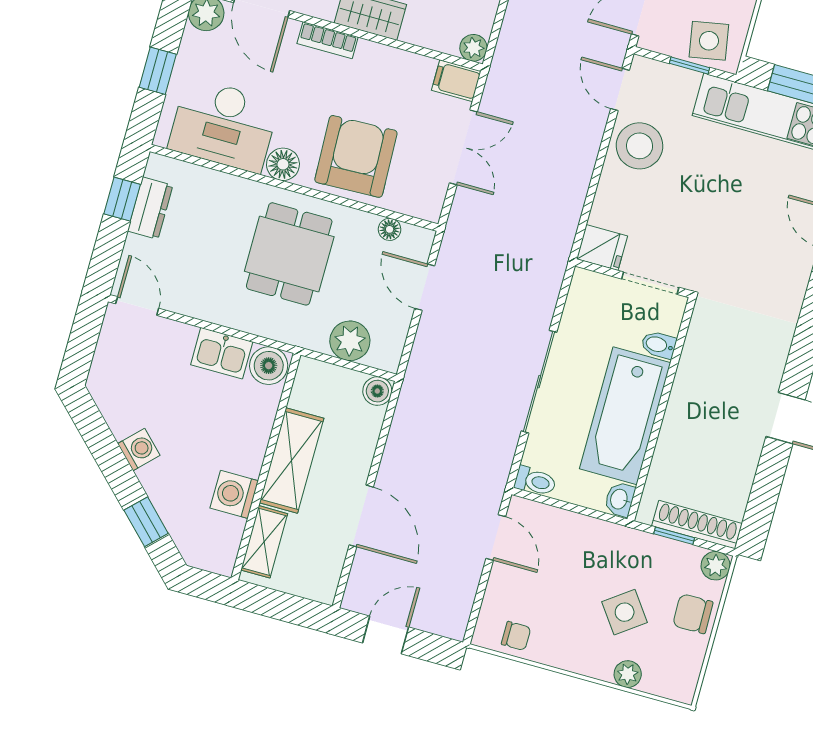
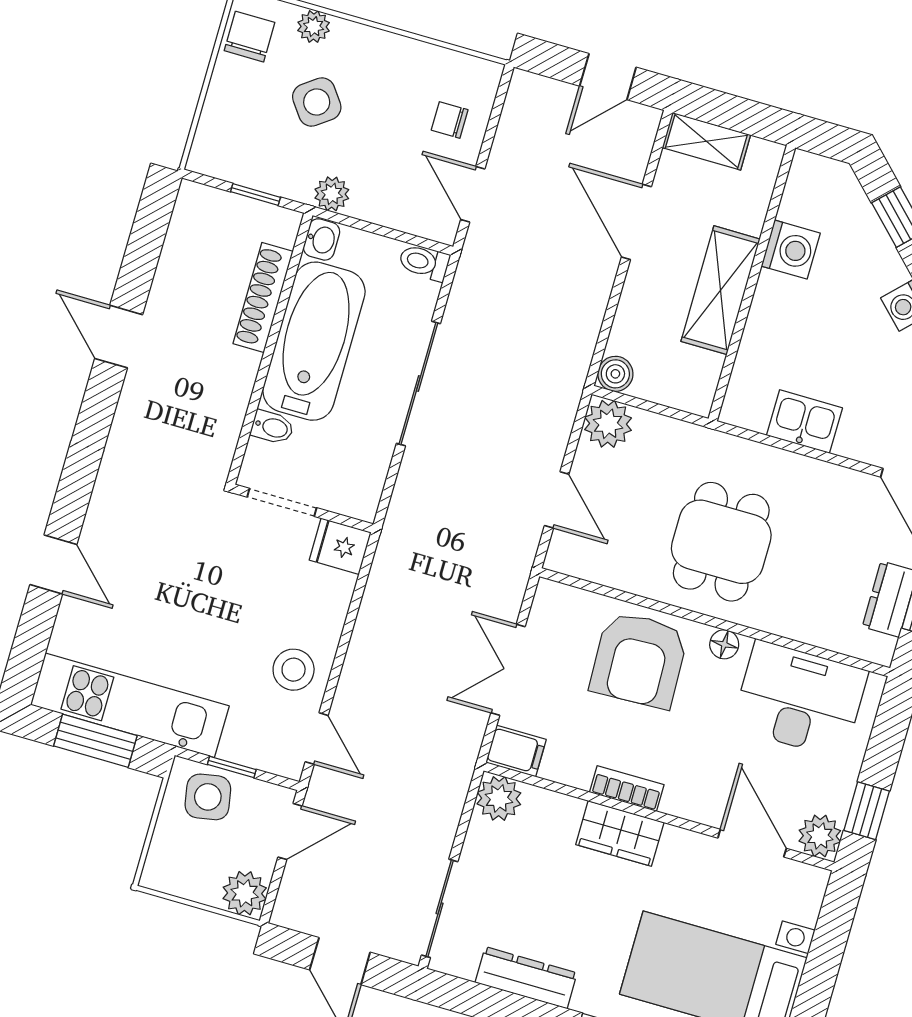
bookcase: (328, 40) -> (627, 789), moved
plant: (473, 48) -> (499, 798), width x1.38, depth x1.38
window: (158, 71) -> (867, 811), moved
stool: (640, 146) -> (294, 670), width x0.73, depth x0.73
floor lamp: (283, 164) -> (724, 644), width x0.73, depth x0.73
floor lamp: (390, 229) -> (599, 571), removed
plant: (350, 341) -> (608, 424), moved
boiler: (269, 366) -> (747, 406), removed
shoe rack: (697, 525) -> (263, 297), moved, turned 90
shelving: (264, 542) -> (706, 141), moved, turned 90
plant: (716, 566) -> (332, 194), moved
chair: (693, 614) -> (250, 37), moved, turned -89
chair: (516, 636) -> (450, 120), moved

